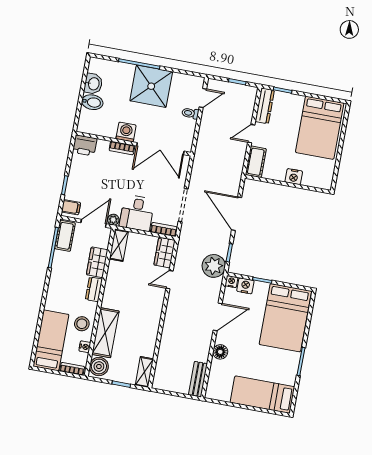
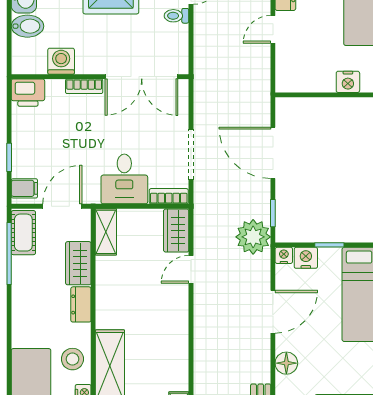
washing machine: (126, 132) -> (61, 61), moved
cot: (256, 162) -> (287, 70), removed
plant: (113, 220) -> (91, 195), removed

